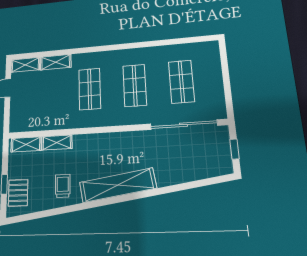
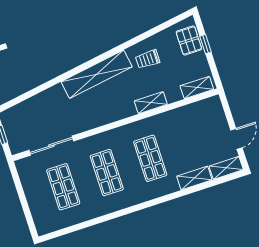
sliding door: (183, 125) -> (51, 146), width x0.73
shelving: (57, 143) -> (151, 103), moved
trolley: (63, 186) -> (148, 59), turned 90

